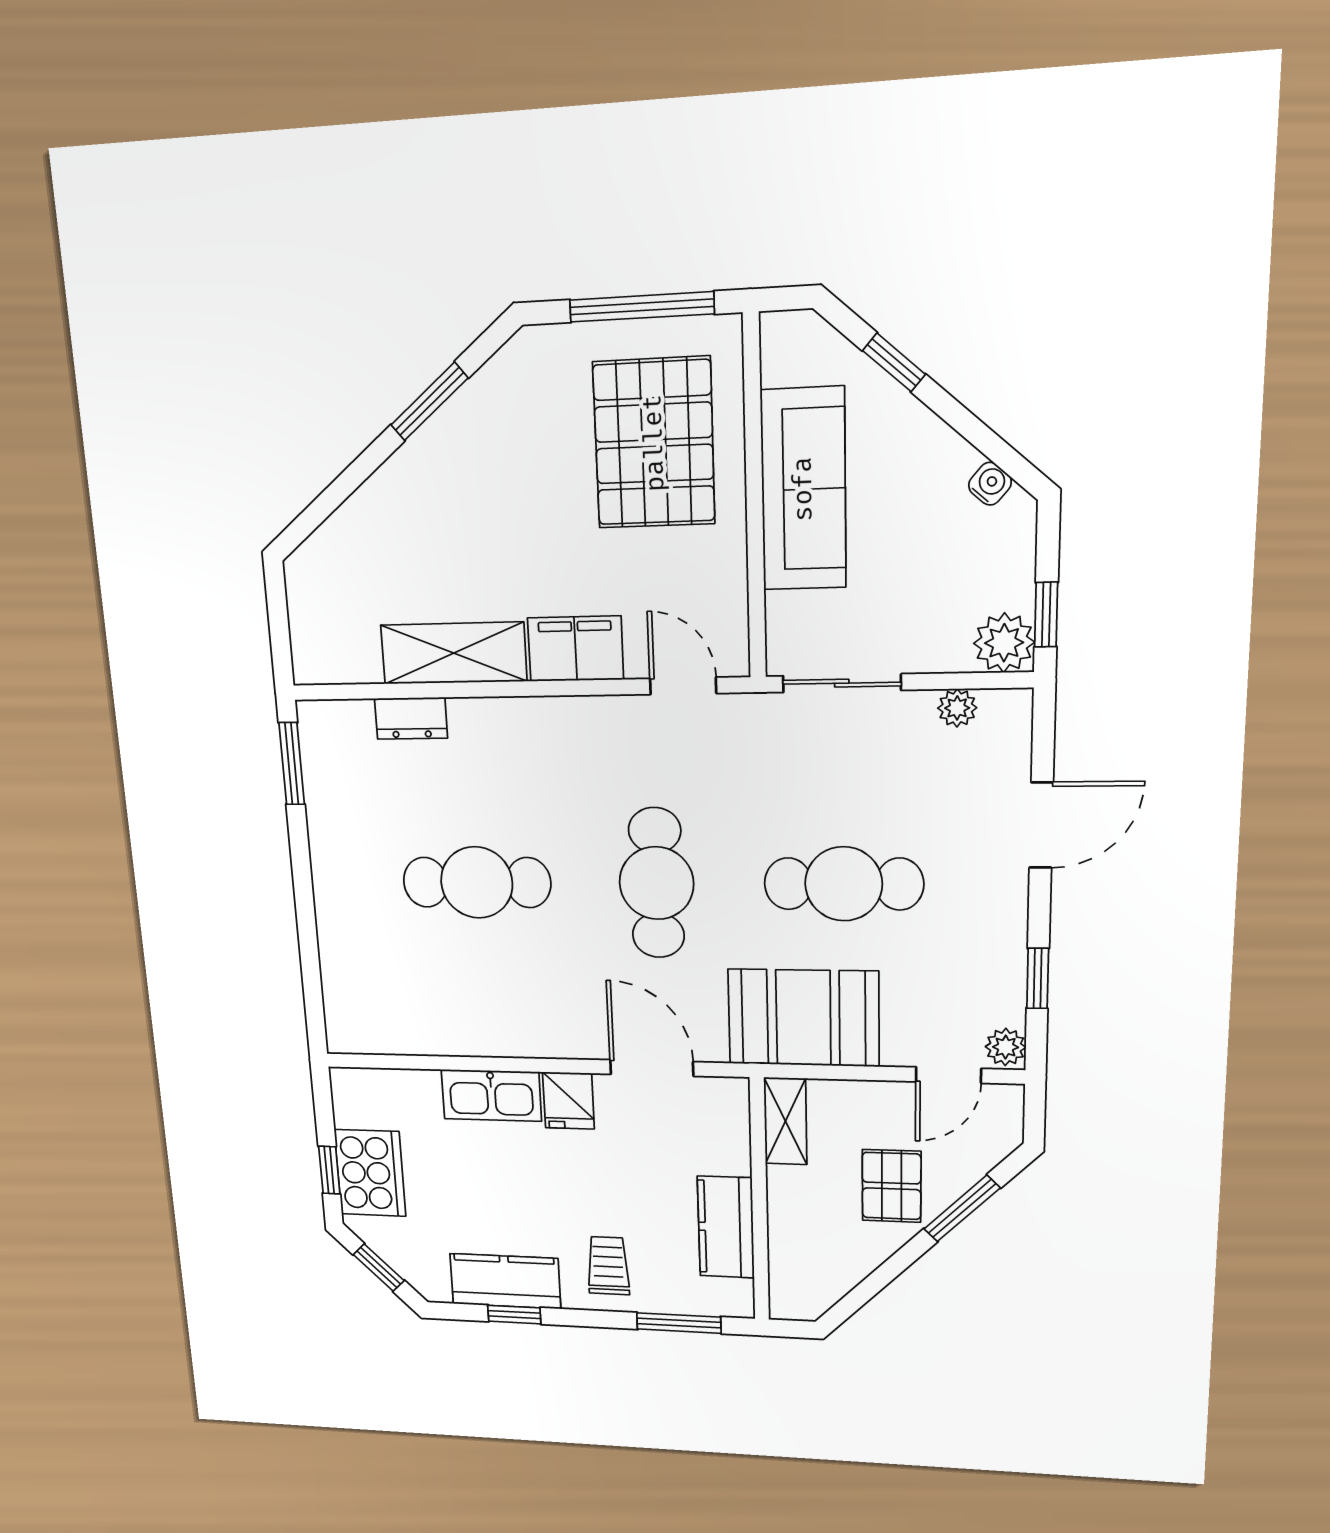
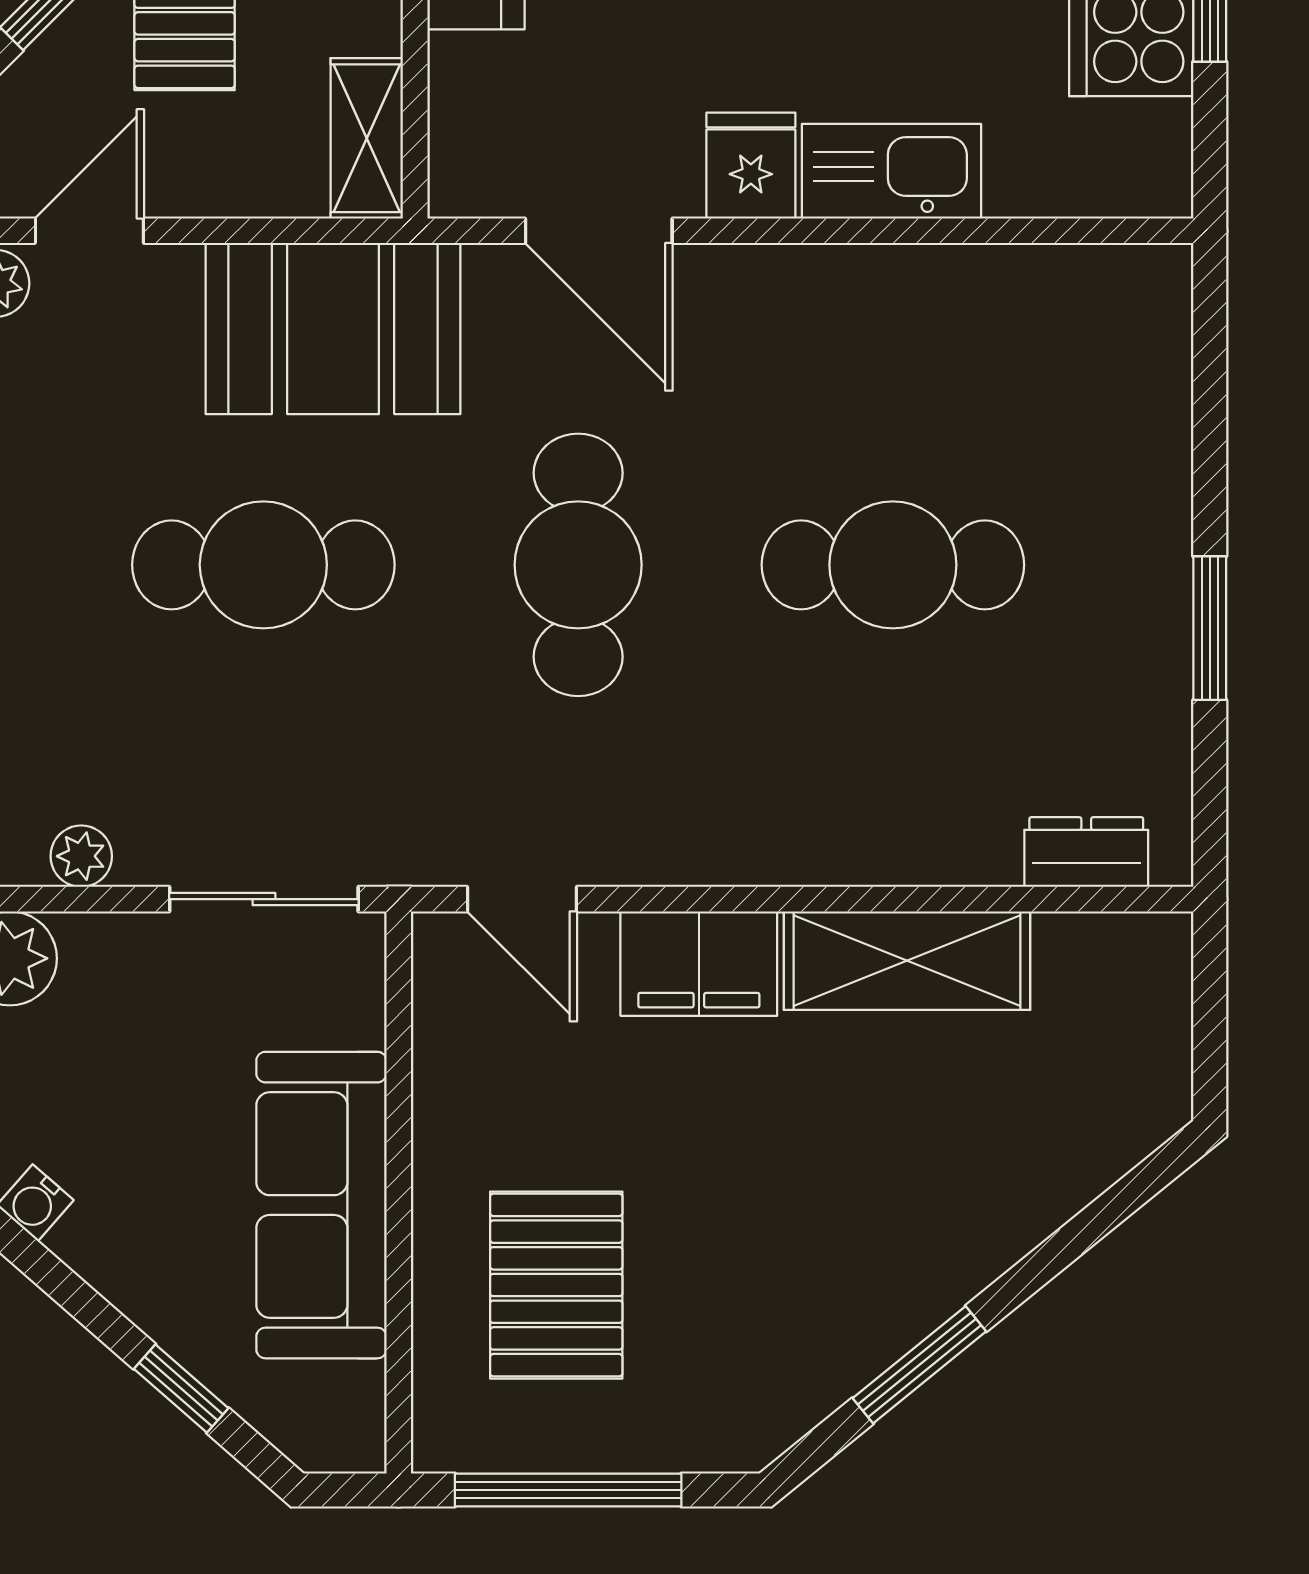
pallet: (654, 443) -> (556, 1285), width x0.73, depth x0.71
dresser: (411, 718) -> (1086, 852), moved
window: (292, 764) -> (1210, 628), moved

